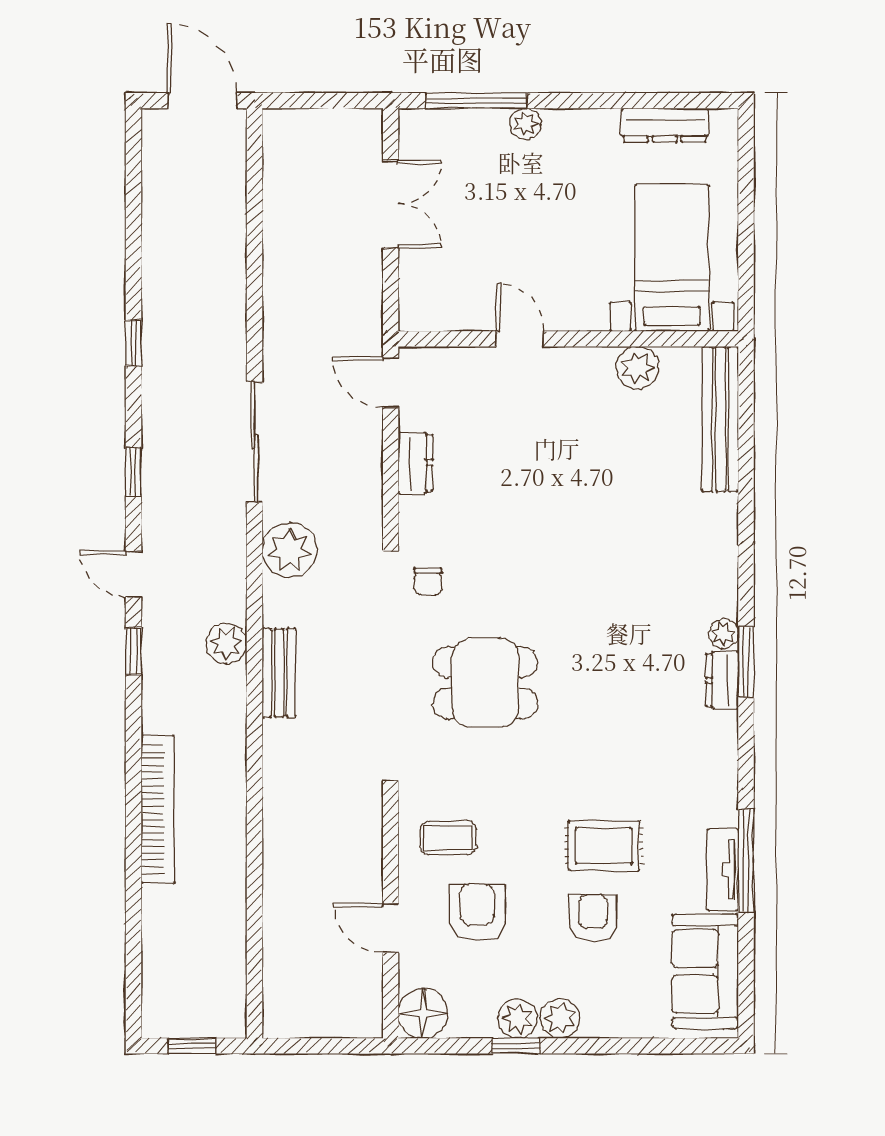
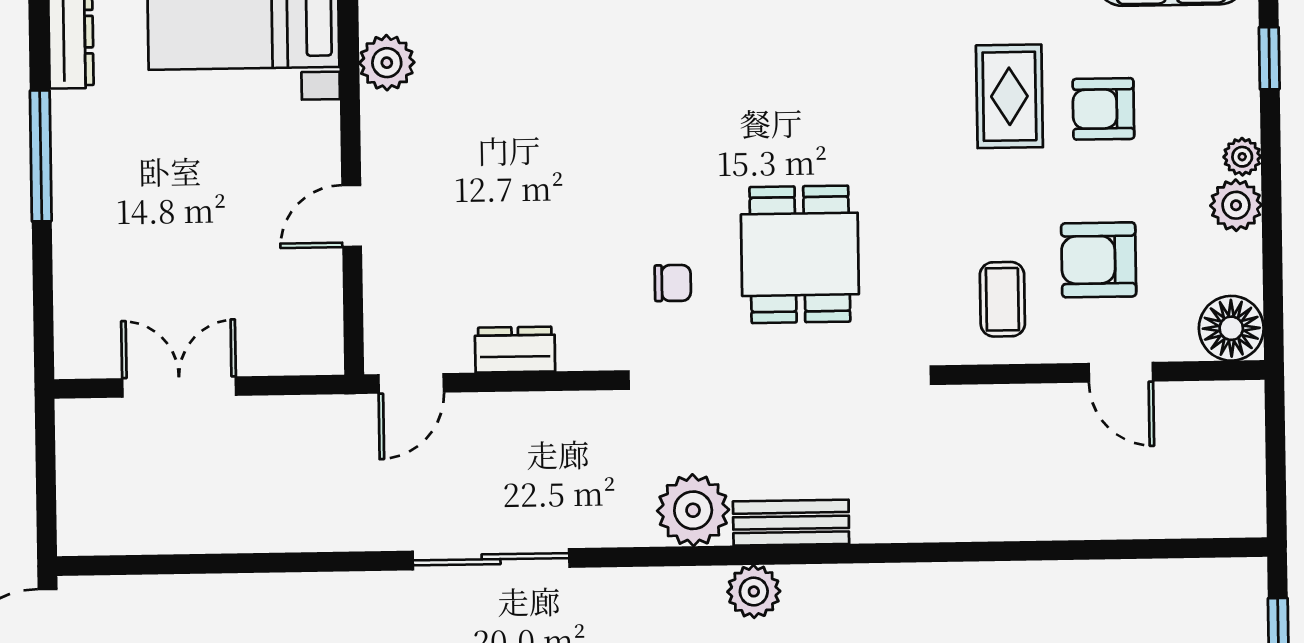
window: (476, 101) -> (41, 156), moved
plant: (525, 124) -> (72, 213), removed
plant: (290, 550) -> (693, 510), moved
chair: (428, 581) -> (673, 283), moved
door: (391, 928) -> (1121, 372), hinge flipped
plant: (560, 1018) -> (1242, 157), width x0.73, depth x0.73
window: (516, 1046) -> (1269, 58), moved

